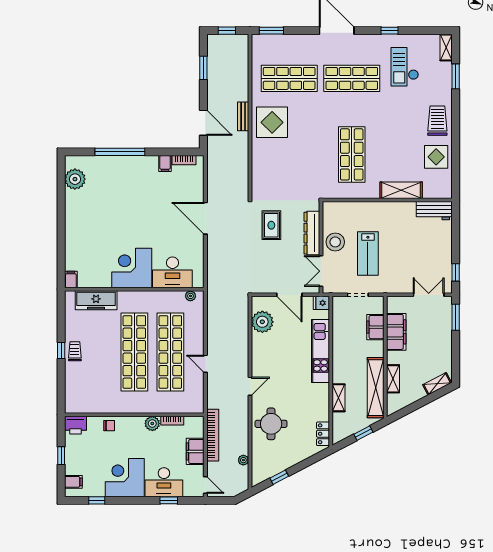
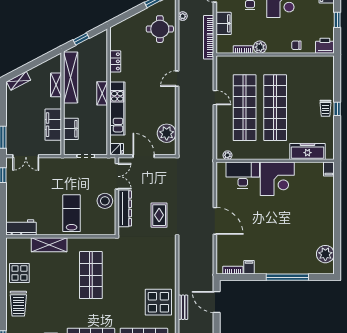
lab bench: (368, 253) -> (72, 213), moved
shelving: (339, 398) -> (102, 93), moved
round table: (271, 424) -> (160, 29), moved
locker: (323, 434) -> (115, 61), moved

